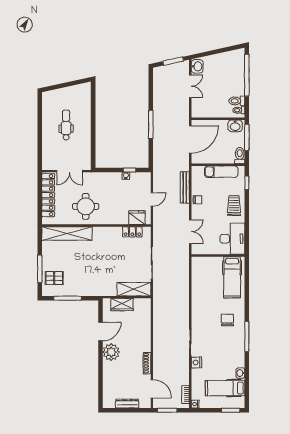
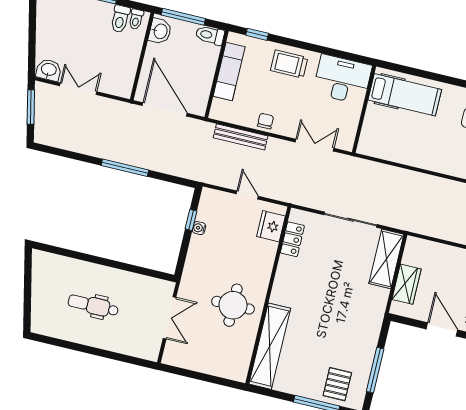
locker: (48, 195) -> (200, 362), removed

